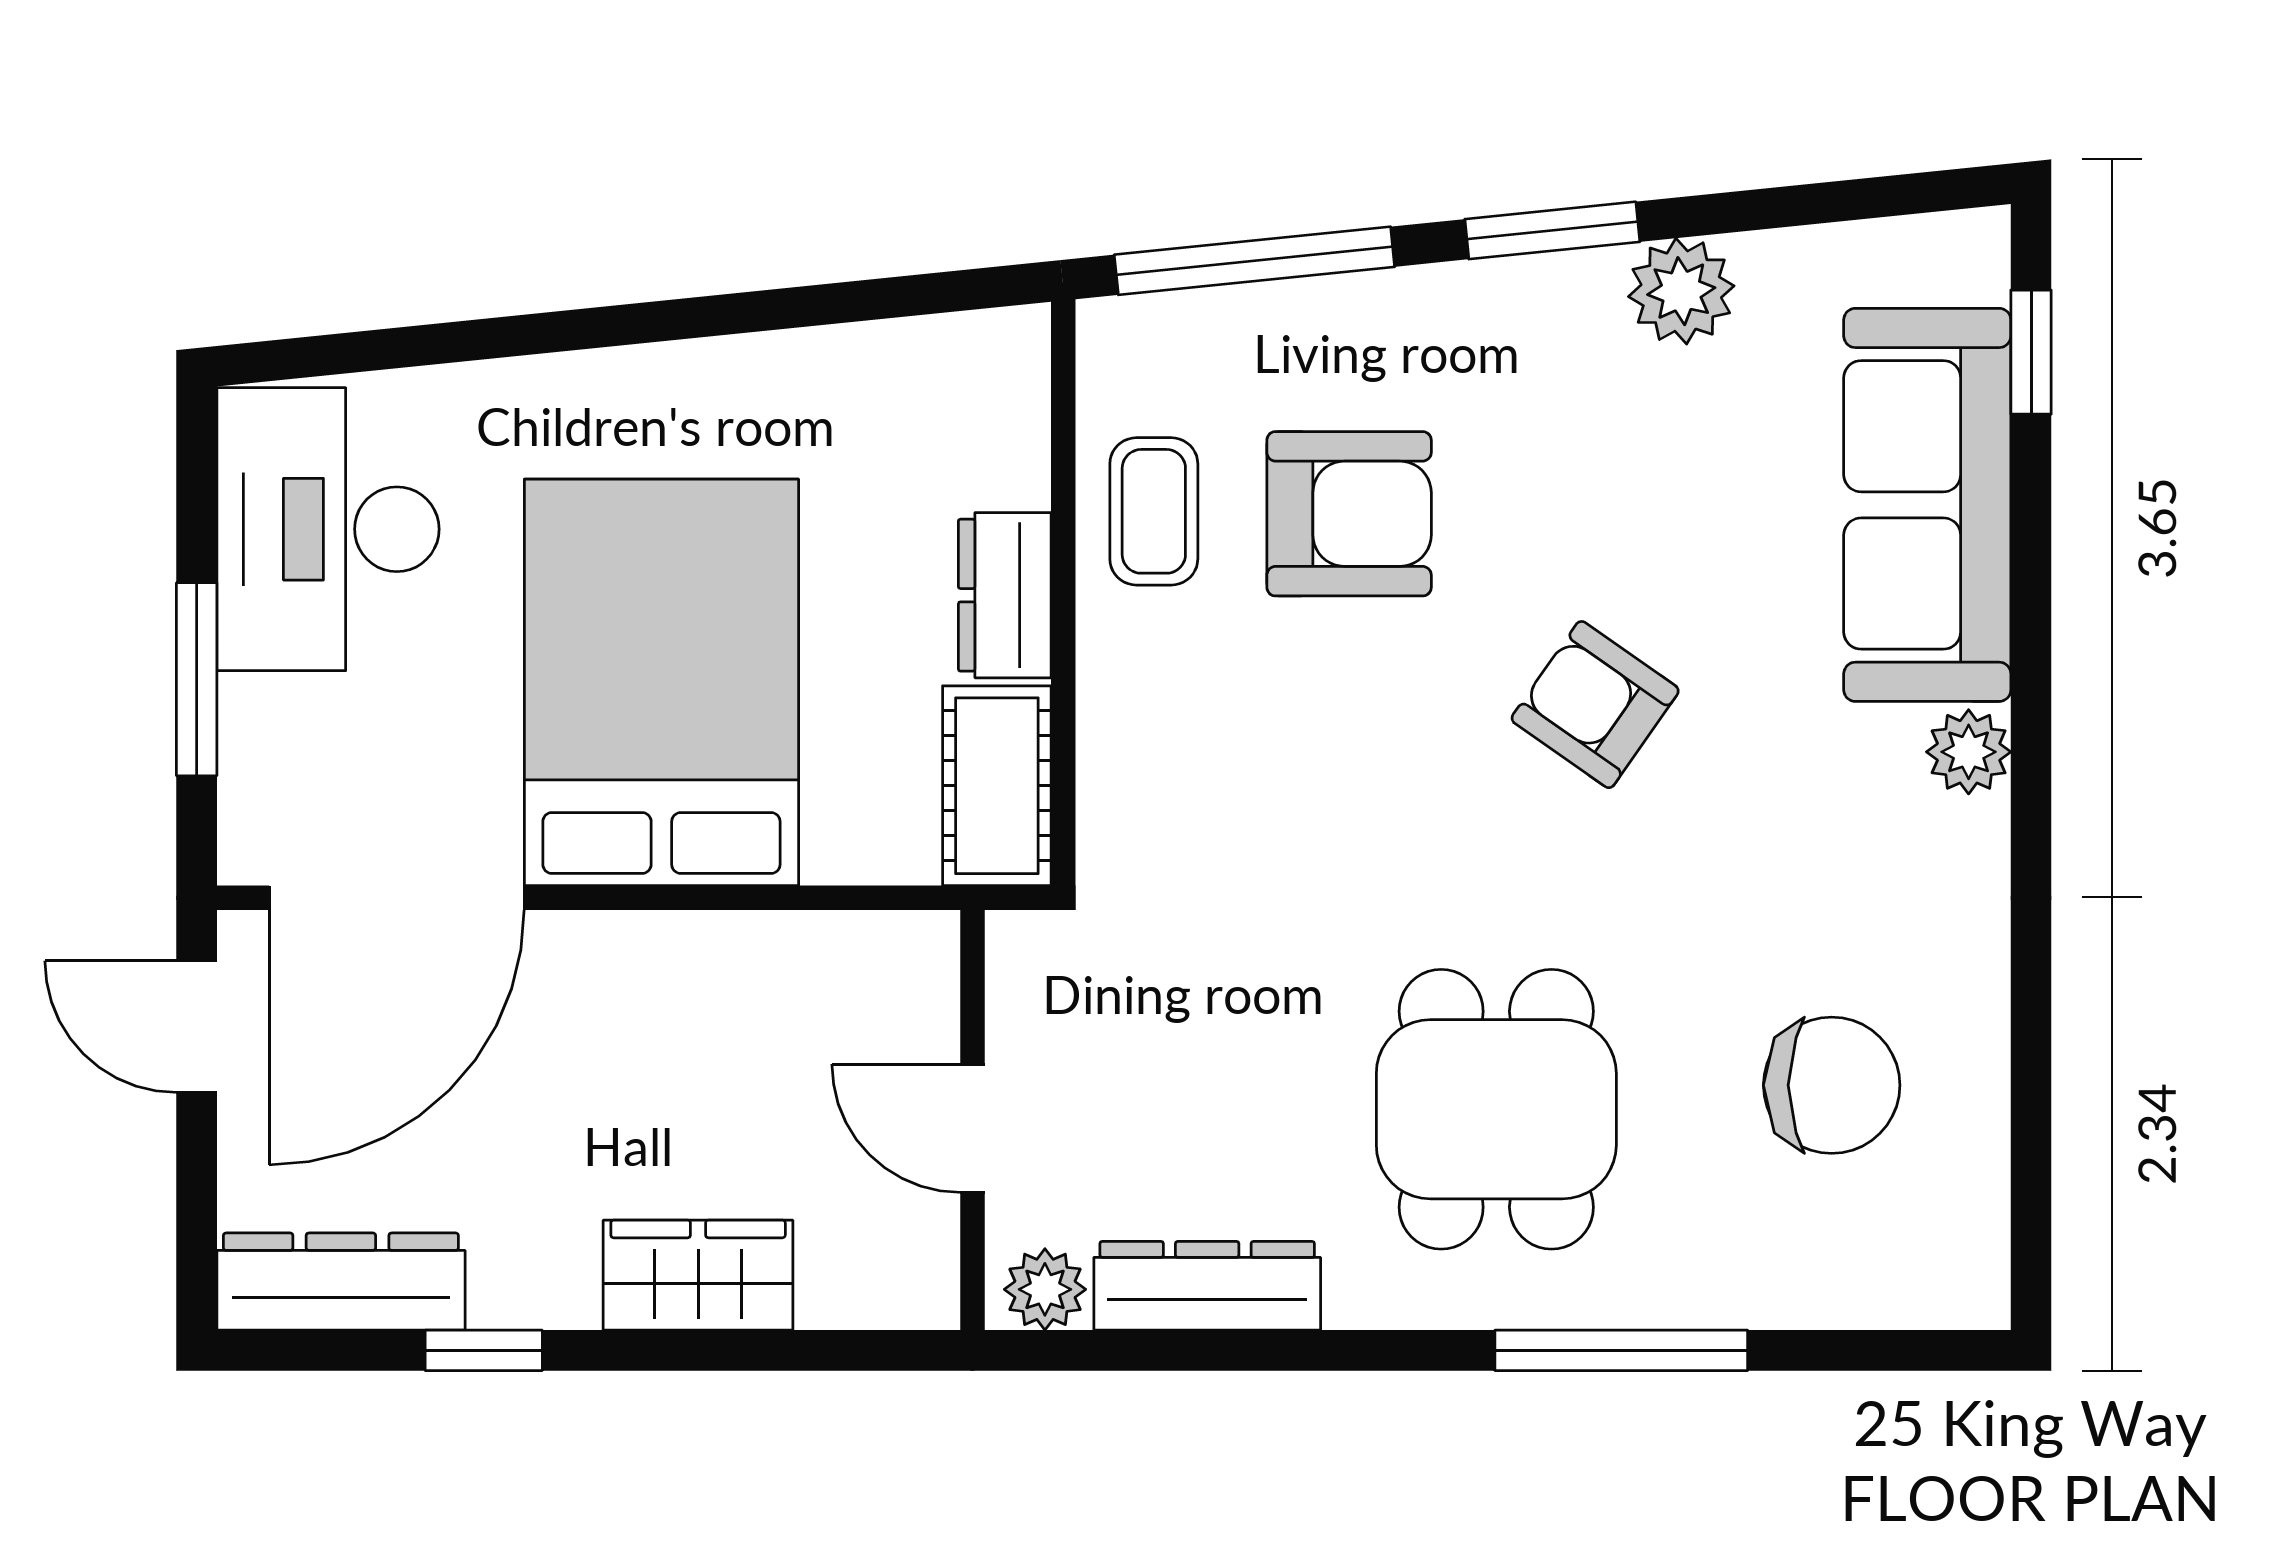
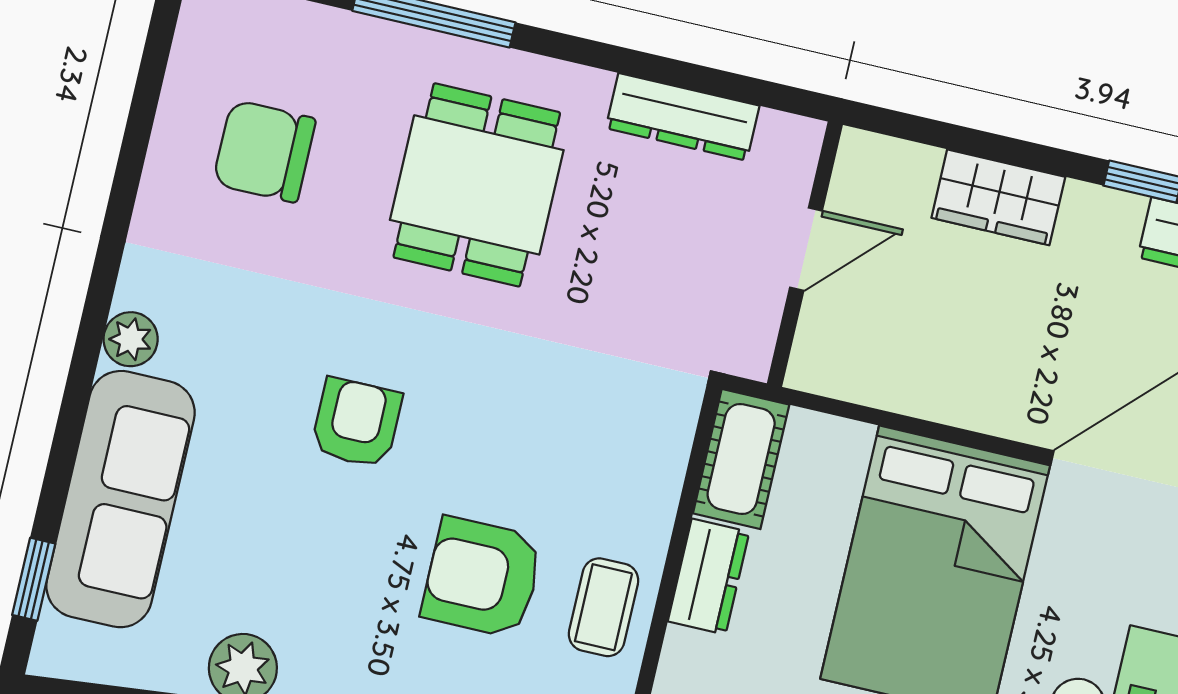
armchair: (1595, 705) -> (356, 423), turned -125
door: (972, 1128) -> (806, 249), hinge flipped
plant: (1045, 1289) -> (784, 138), removed

